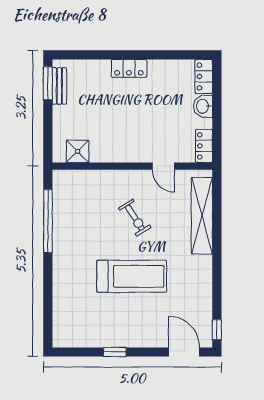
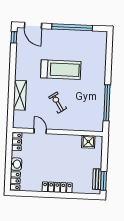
locker: (129, 68) -> (57, 187), width x1.53
shelving: (202, 216) -> (20, 95), width x0.68
treadmill: (132, 276) -> (61, 70), turned 180
window: (115, 352) -> (72, 27), width x3.17

